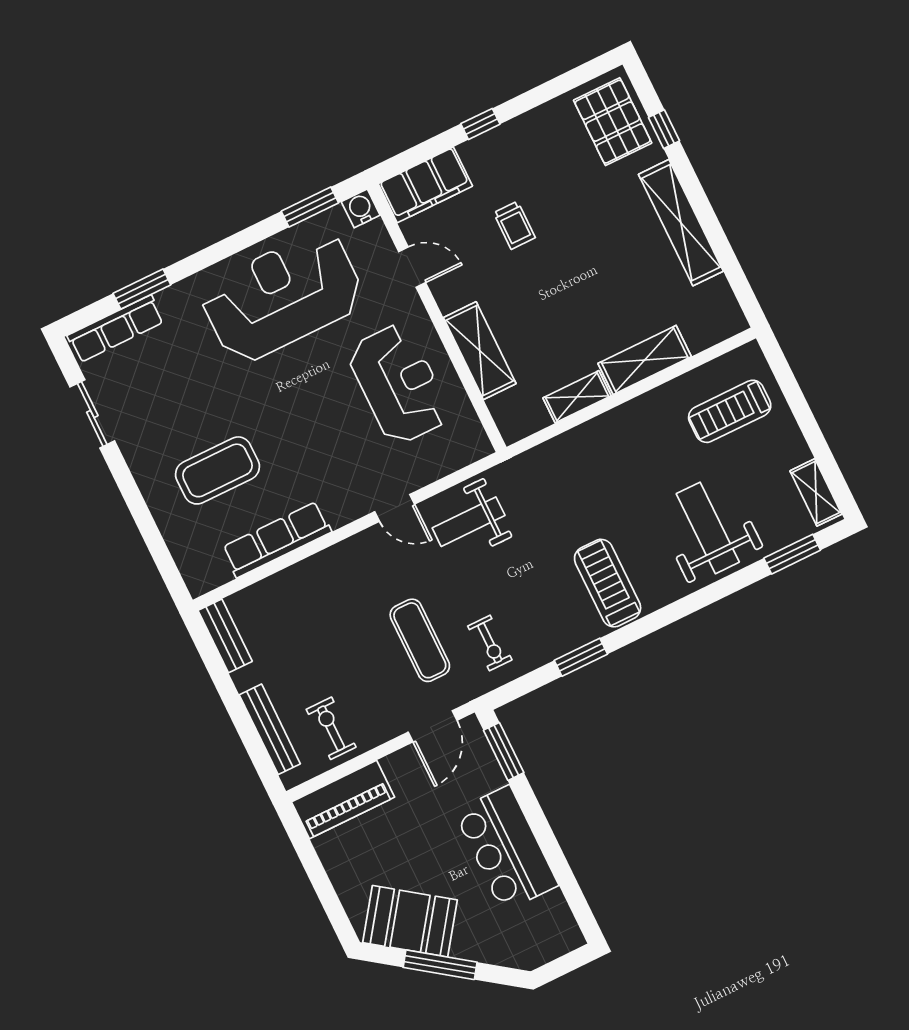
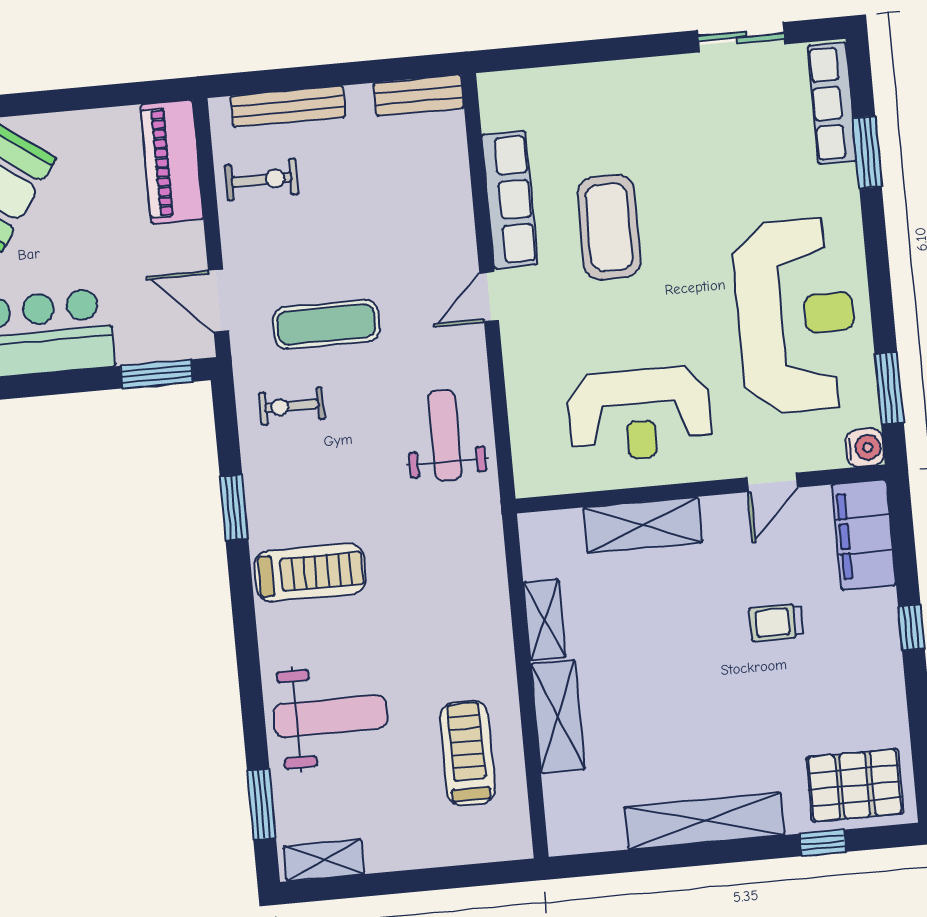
treadmill: (730, 411) -> (467, 753), moved
coffee table: (217, 470) -> (609, 227), moved
door: (395, 508) -> (489, 297), moved

